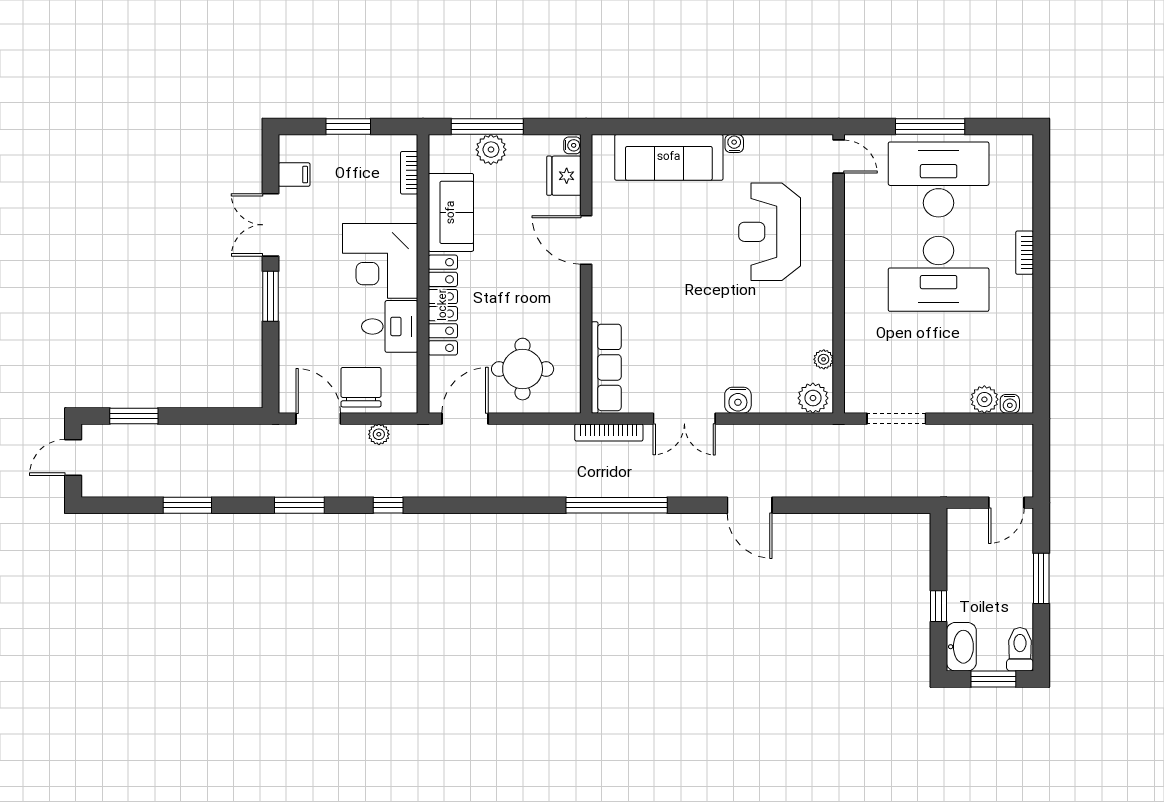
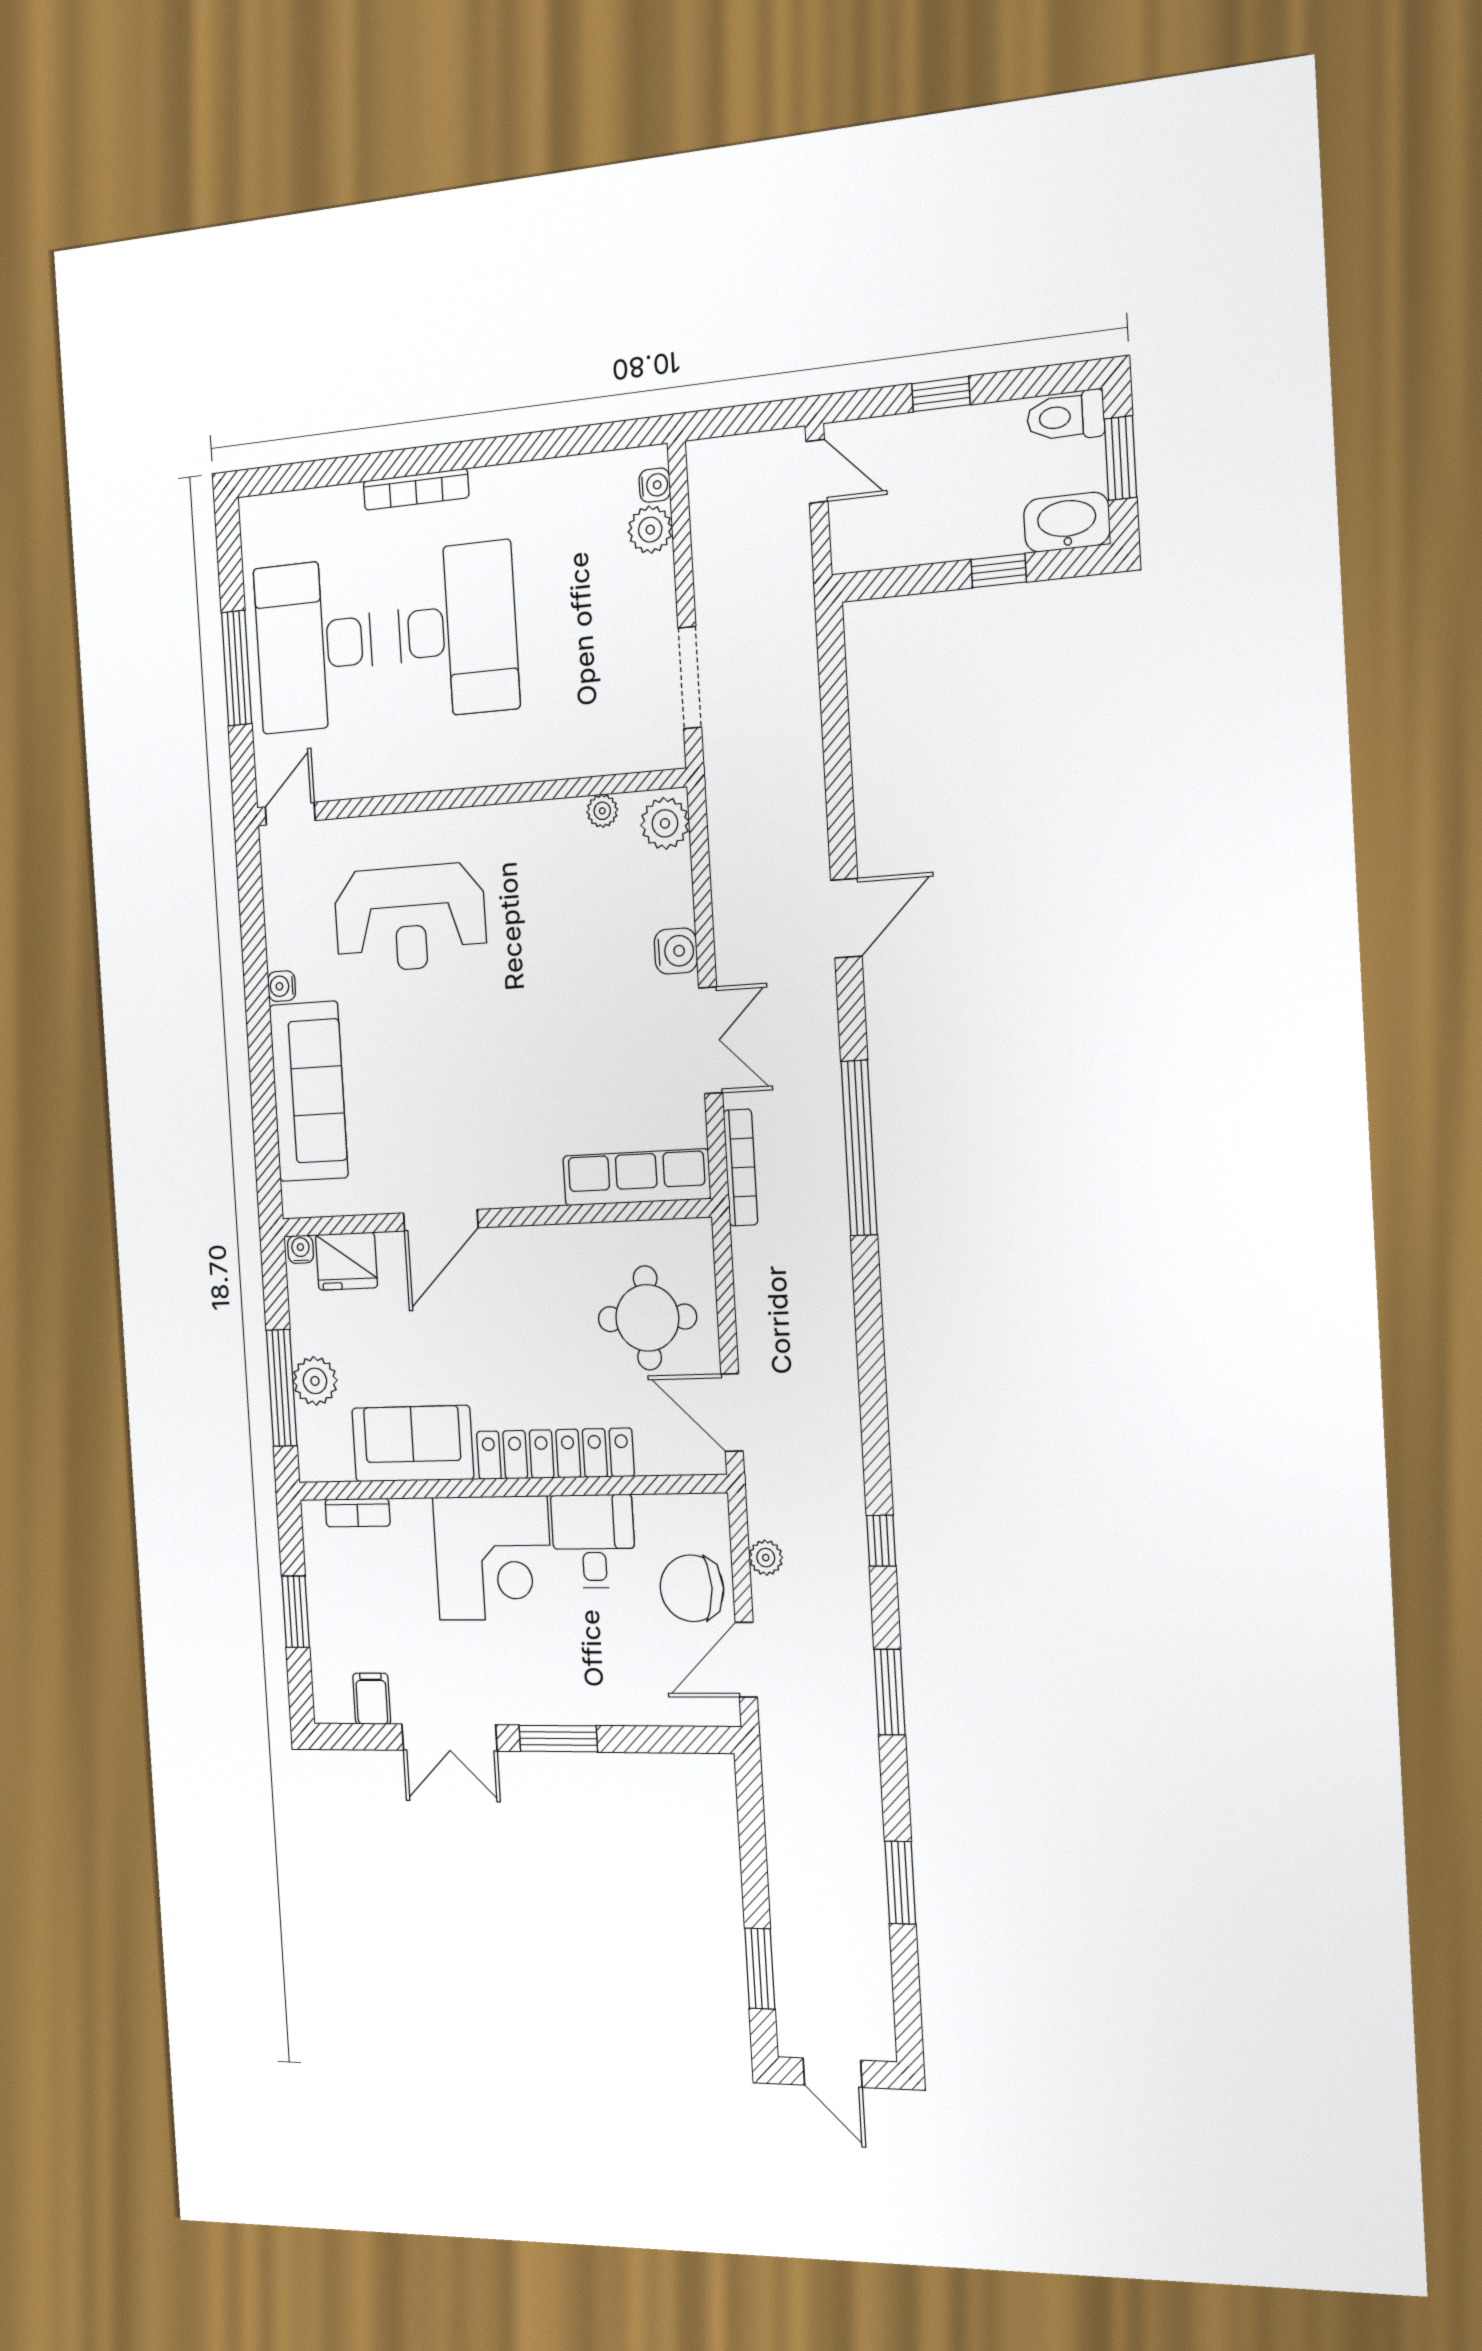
bookcase: (1025, 253) -> (416, 489), width x1.56
window: (1041, 578) -> (941, 394), width x0.67

